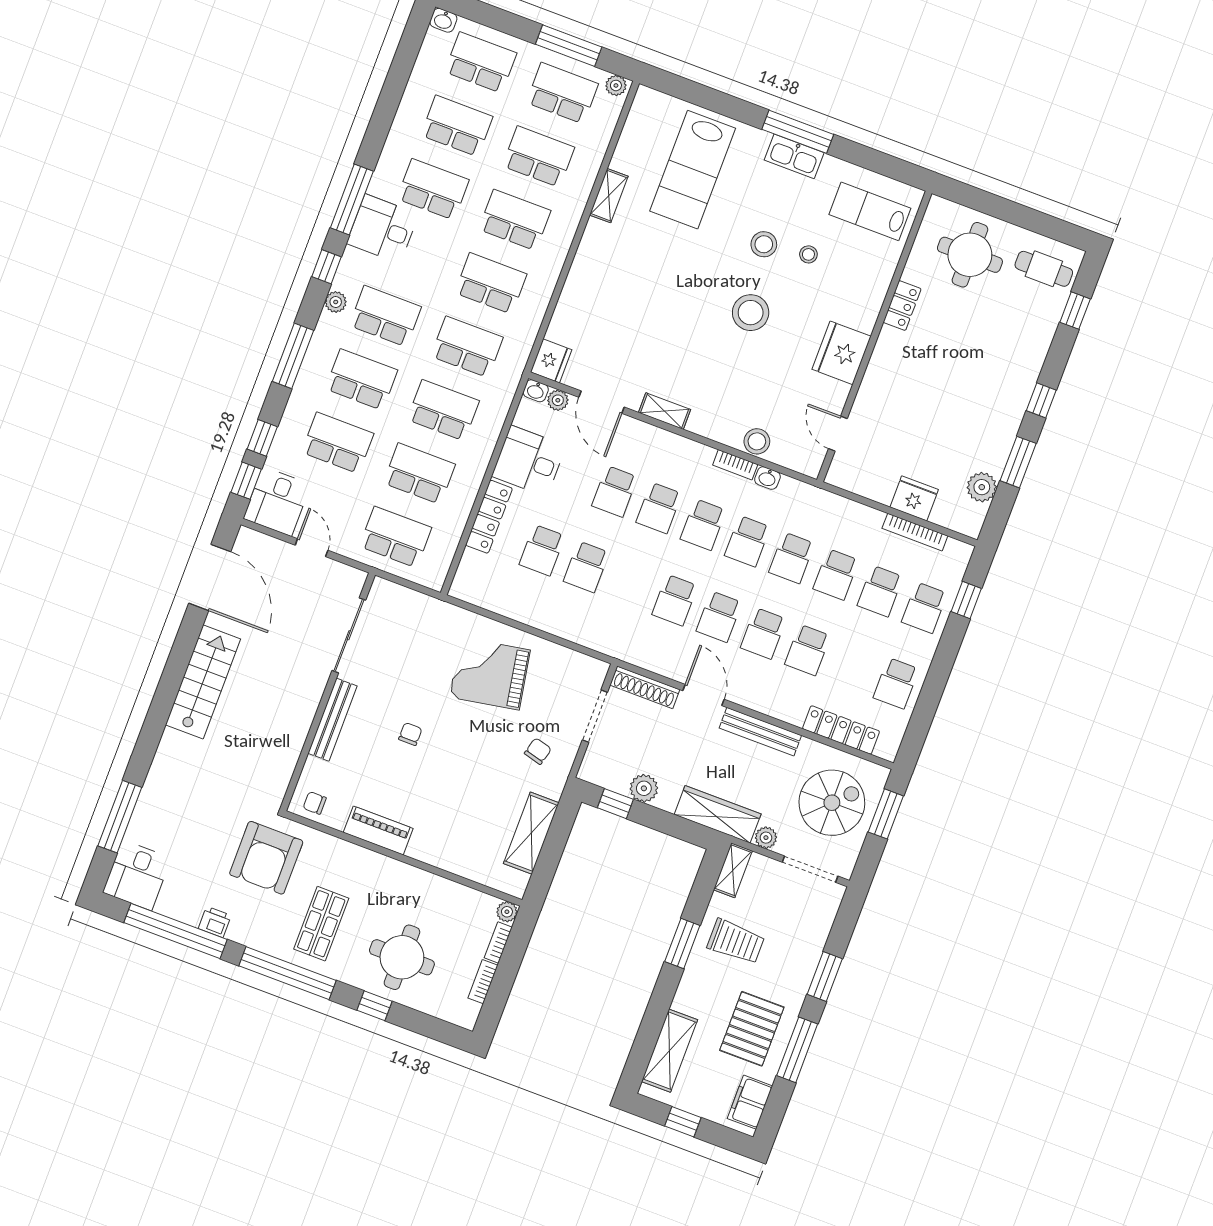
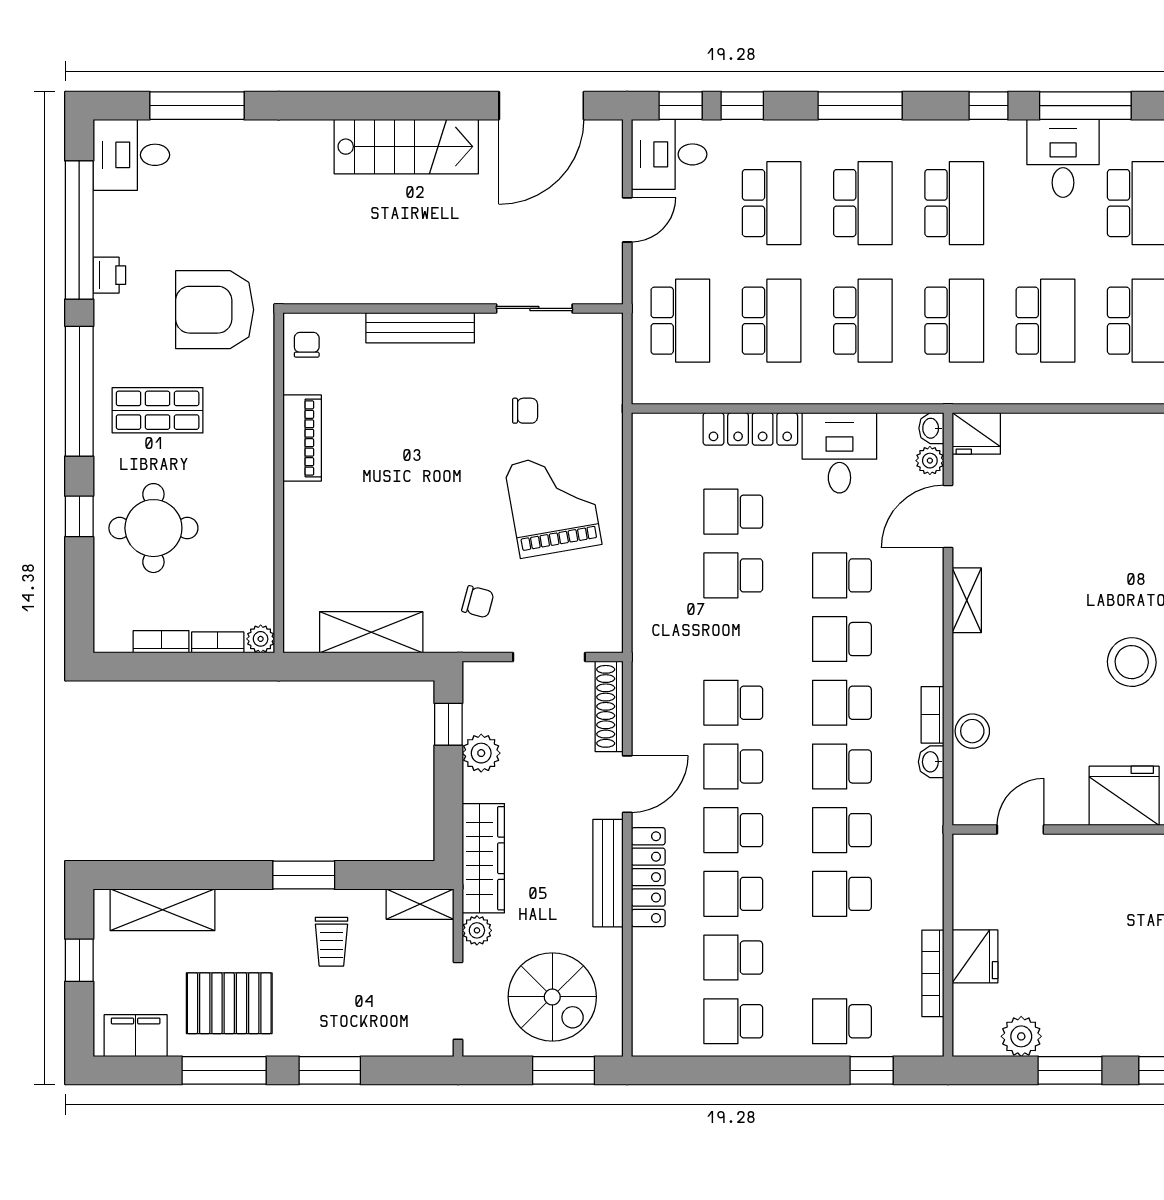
plant: (336, 302) -> (948, 134), removed
school desk: (880, 591) -> (733, 958), moved
sliding door: (349, 635) -> (534, 308), width x0.73
locker: (841, 730) -> (648, 877), moved
chair: (410, 734) -> (525, 411), moved
trolley: (736, 942) -> (331, 942), width x0.73, depth x0.72

